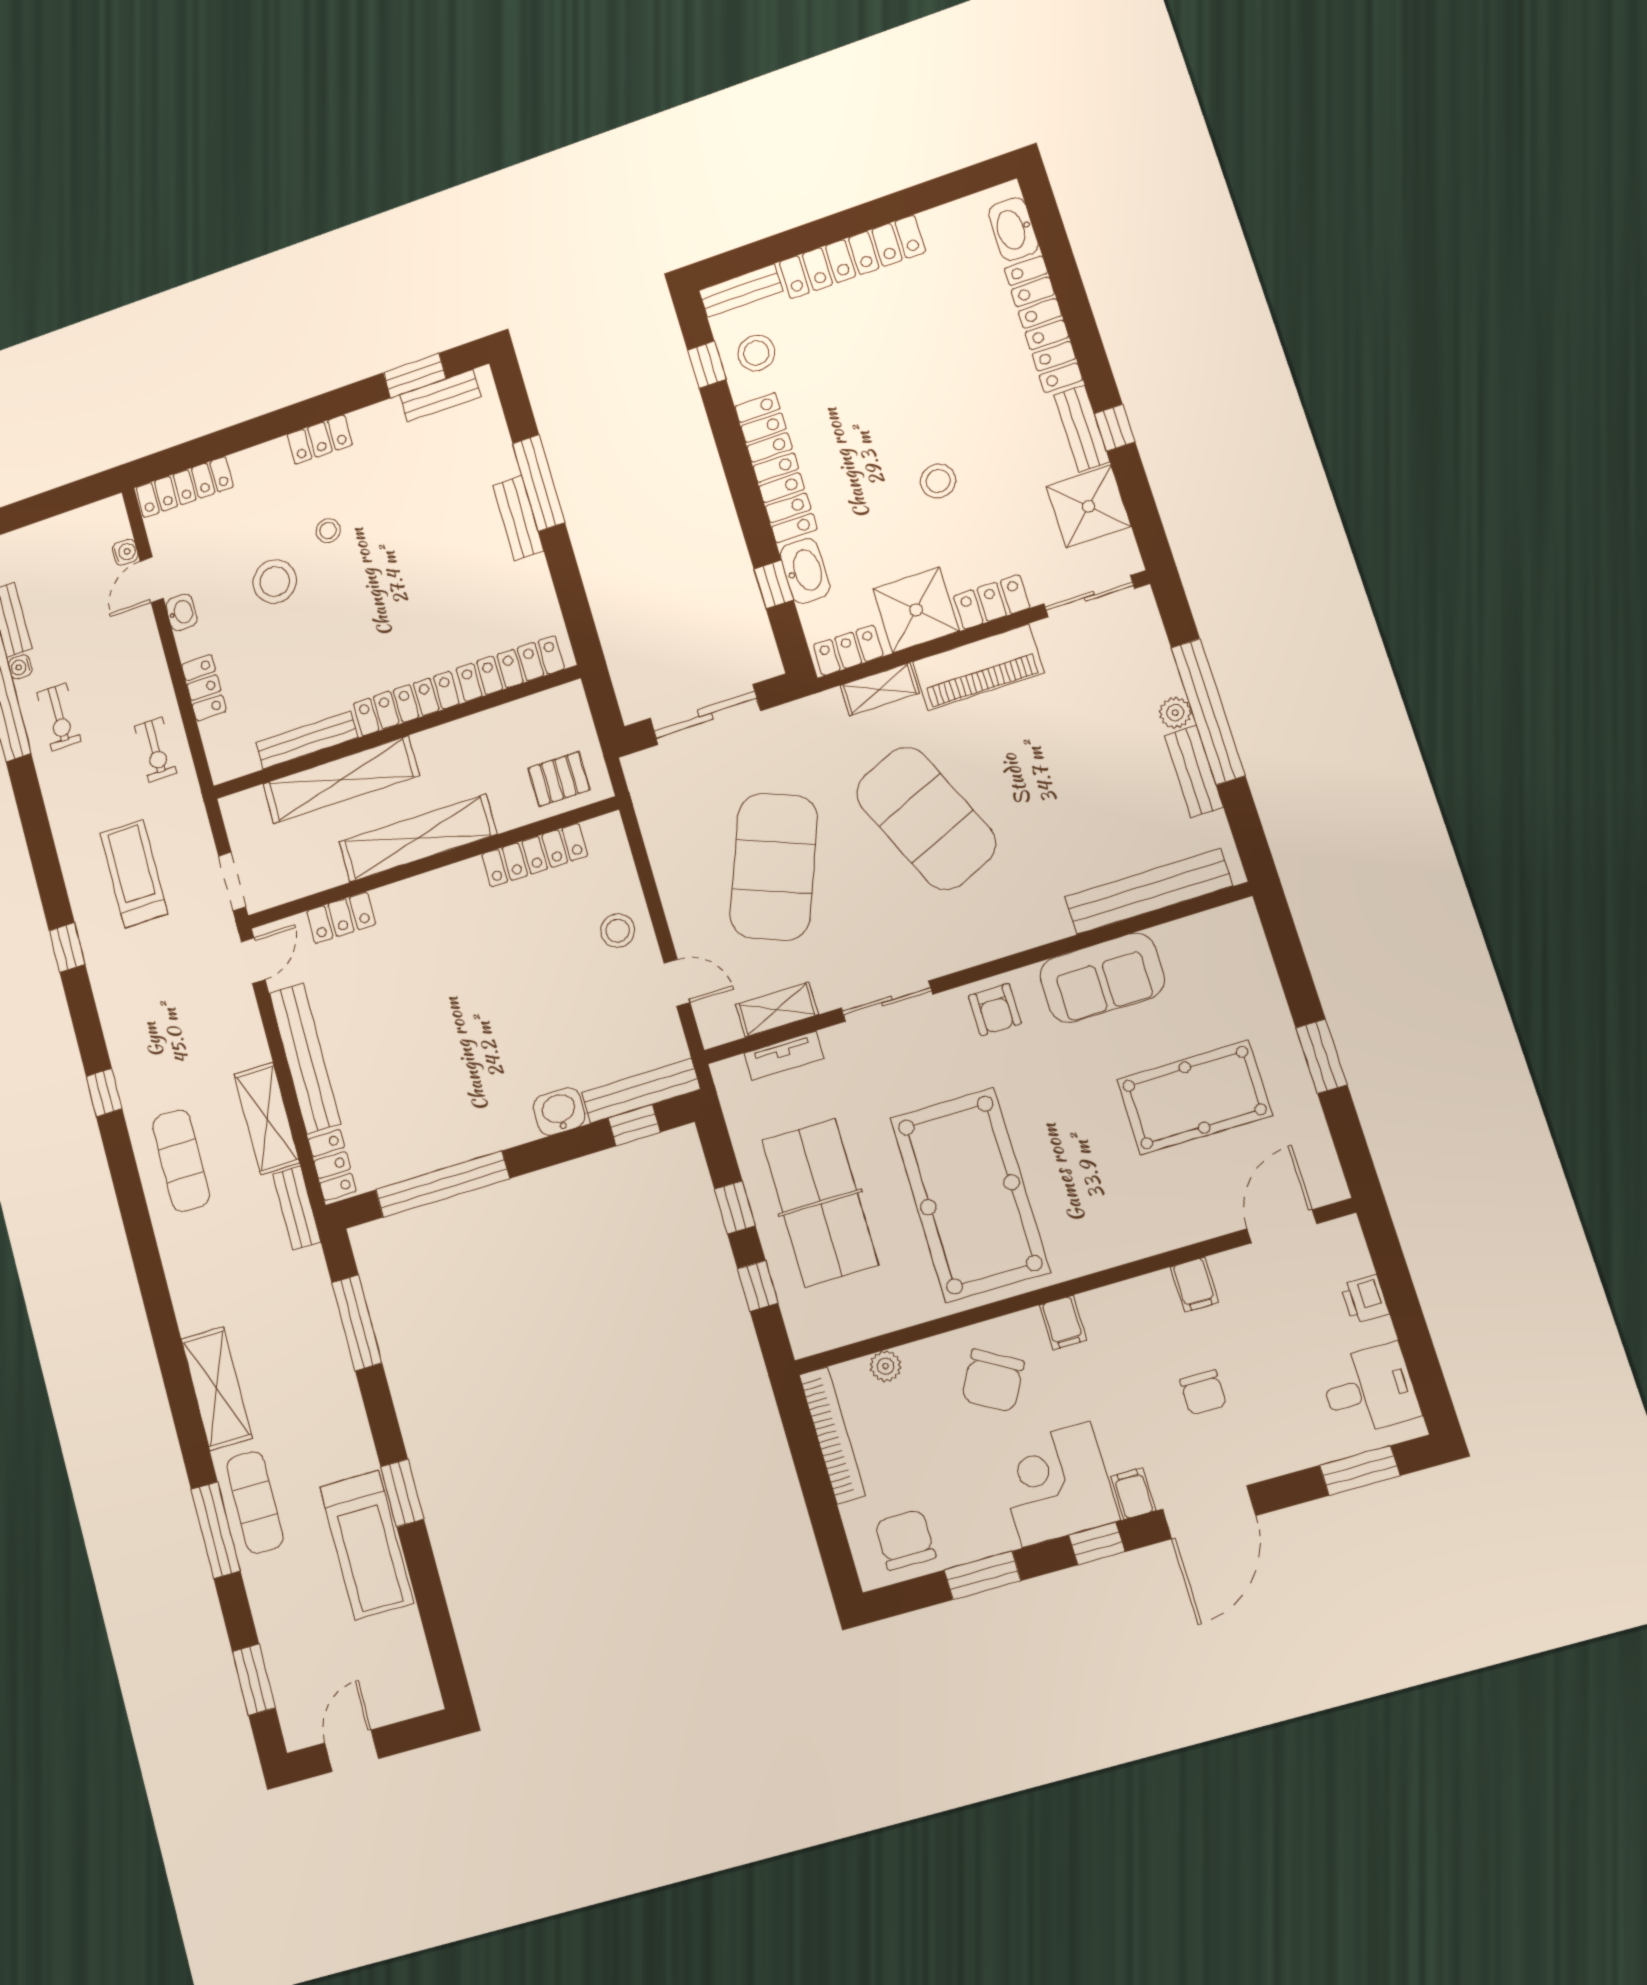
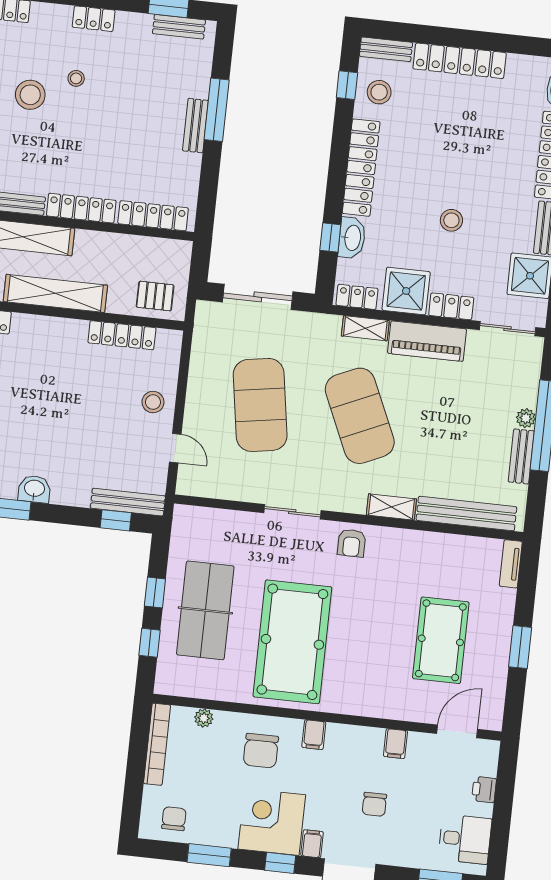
exercise mat: (774, 867) -> (260, 405), turned -30
sofa: (1102, 978) -> (419, 551), removed
shelving: (777, 1010) -> (391, 507), moved
tv unit: (784, 1056) -> (511, 564), moved, turned 90
pool table: (1194, 1098) -> (441, 640), turned 90
washbasin: (559, 1111) -> (34, 489), moved
chair: (993, 1381) -> (261, 751), turned -30
chair: (905, 1540) -> (174, 819), width x0.73, depth x0.73

